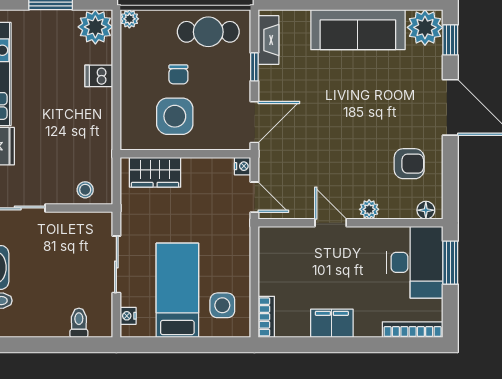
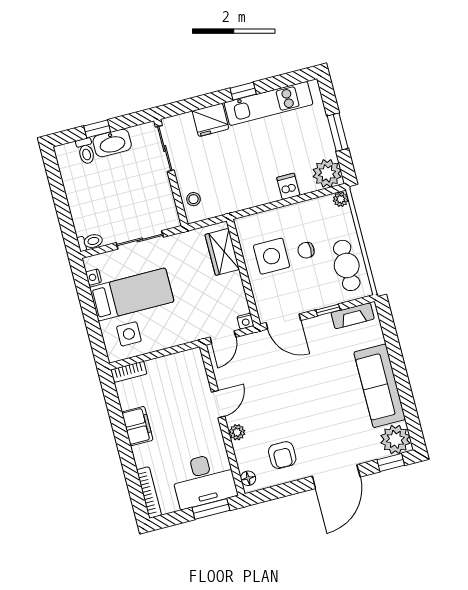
nightstand: (128, 316) -> (94, 277), moved, turned -90
toilet: (79, 323) -> (90, 242), moved

